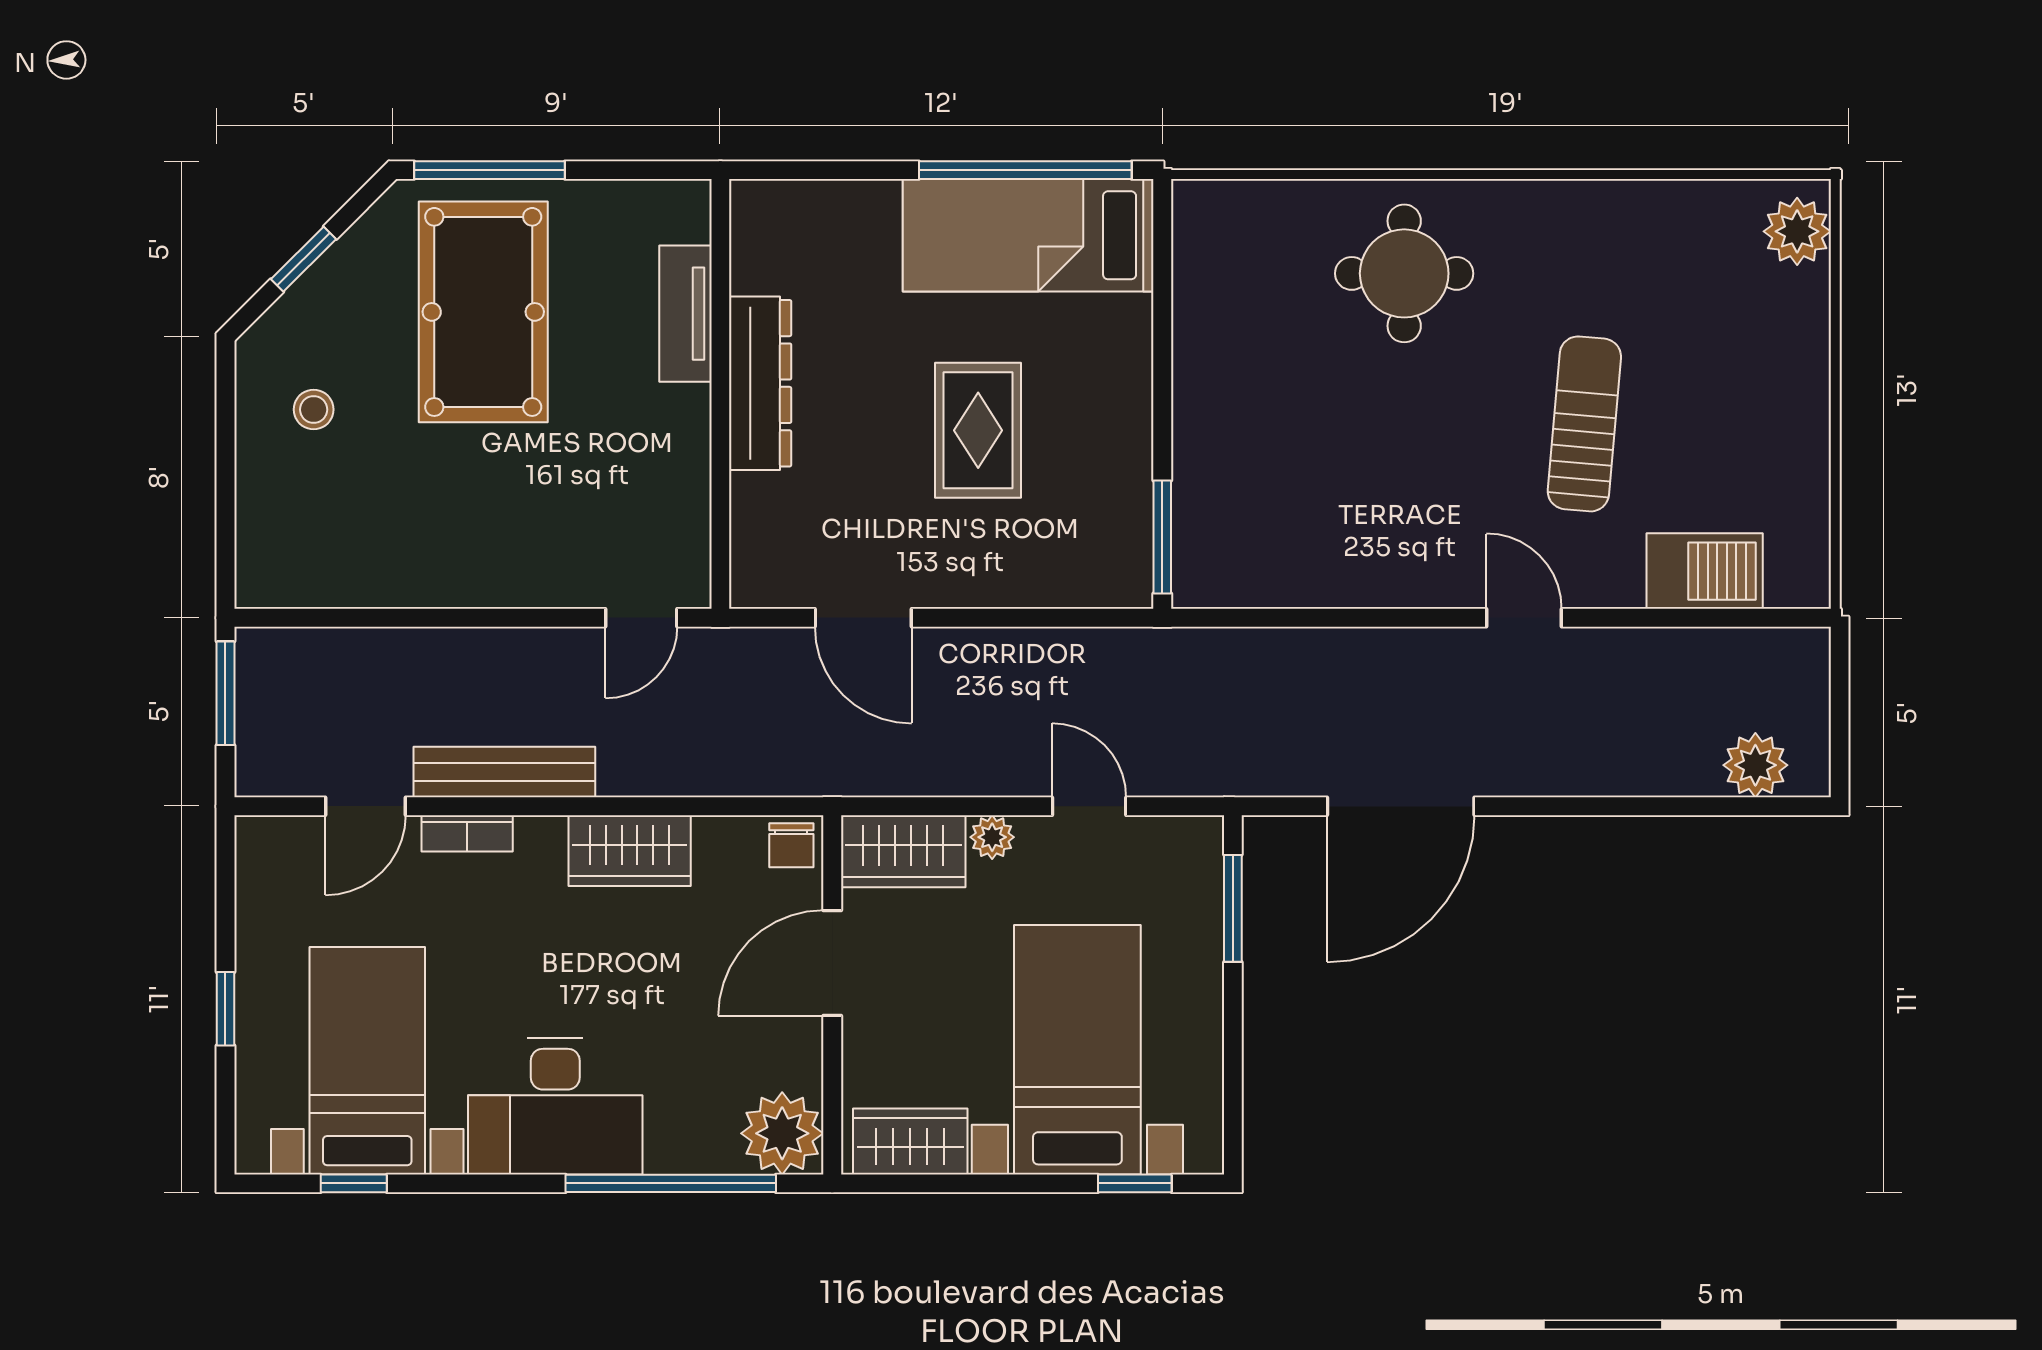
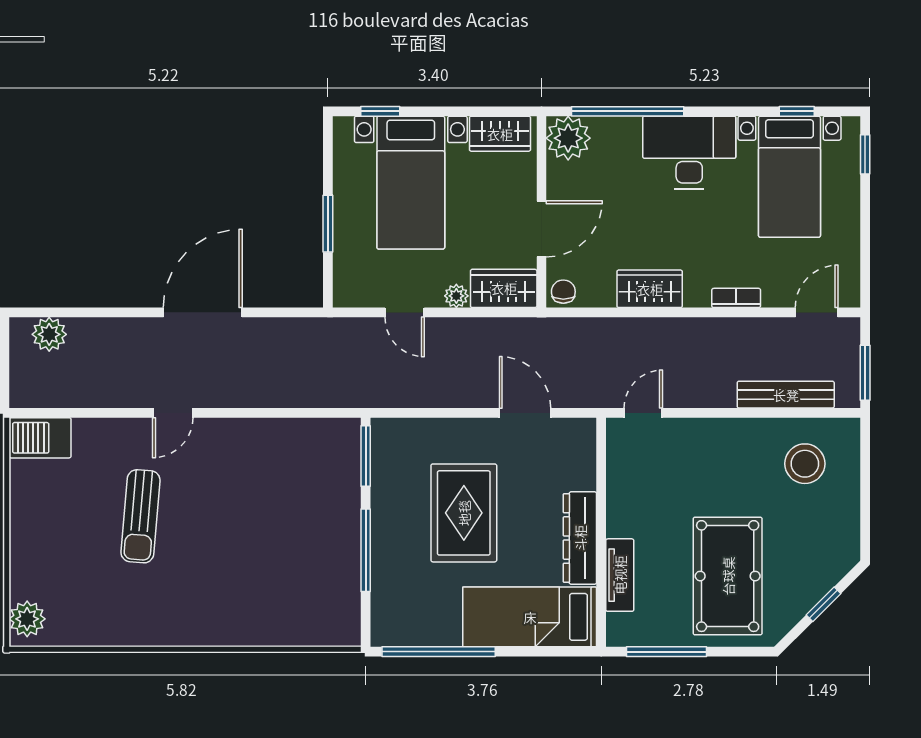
window: (489, 170) -> (667, 652), moved
bed: (1028, 235) -> (530, 617), moved, turned 180
round table: (1404, 273) -> (237, 597), removed
window: (1162, 360) -> (366, 550), added
stool: (314, 410) -> (805, 464), moved, width x1.89, depth x1.89
rug: (978, 430) -> (464, 513), width x1.36, depth x1.43
barbecue: (1705, 571) -> (40, 438), moved
door: (1524, 618) -> (173, 413), hinge flipped
bench: (504, 772) -> (786, 395), moved
door: (366, 806) -> (817, 312), moved
door: (1401, 806) -> (203, 312), moved
window: (1233, 908) -> (328, 224), moved
window: (225, 1009) -> (865, 154), moved

